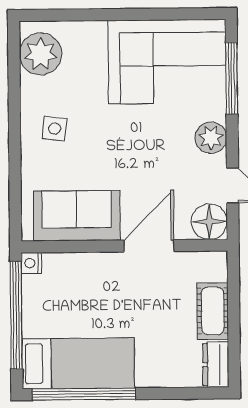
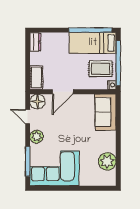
plant: (41, 54) -> (107, 161), moved
side table: (55, 129) -> (102, 141), removed
sofa: (77, 216) -> (106, 112), moved, turned 90
rug: (58, 302) -> (101, 69), added
cot: (213, 311) -> (36, 78), moved

